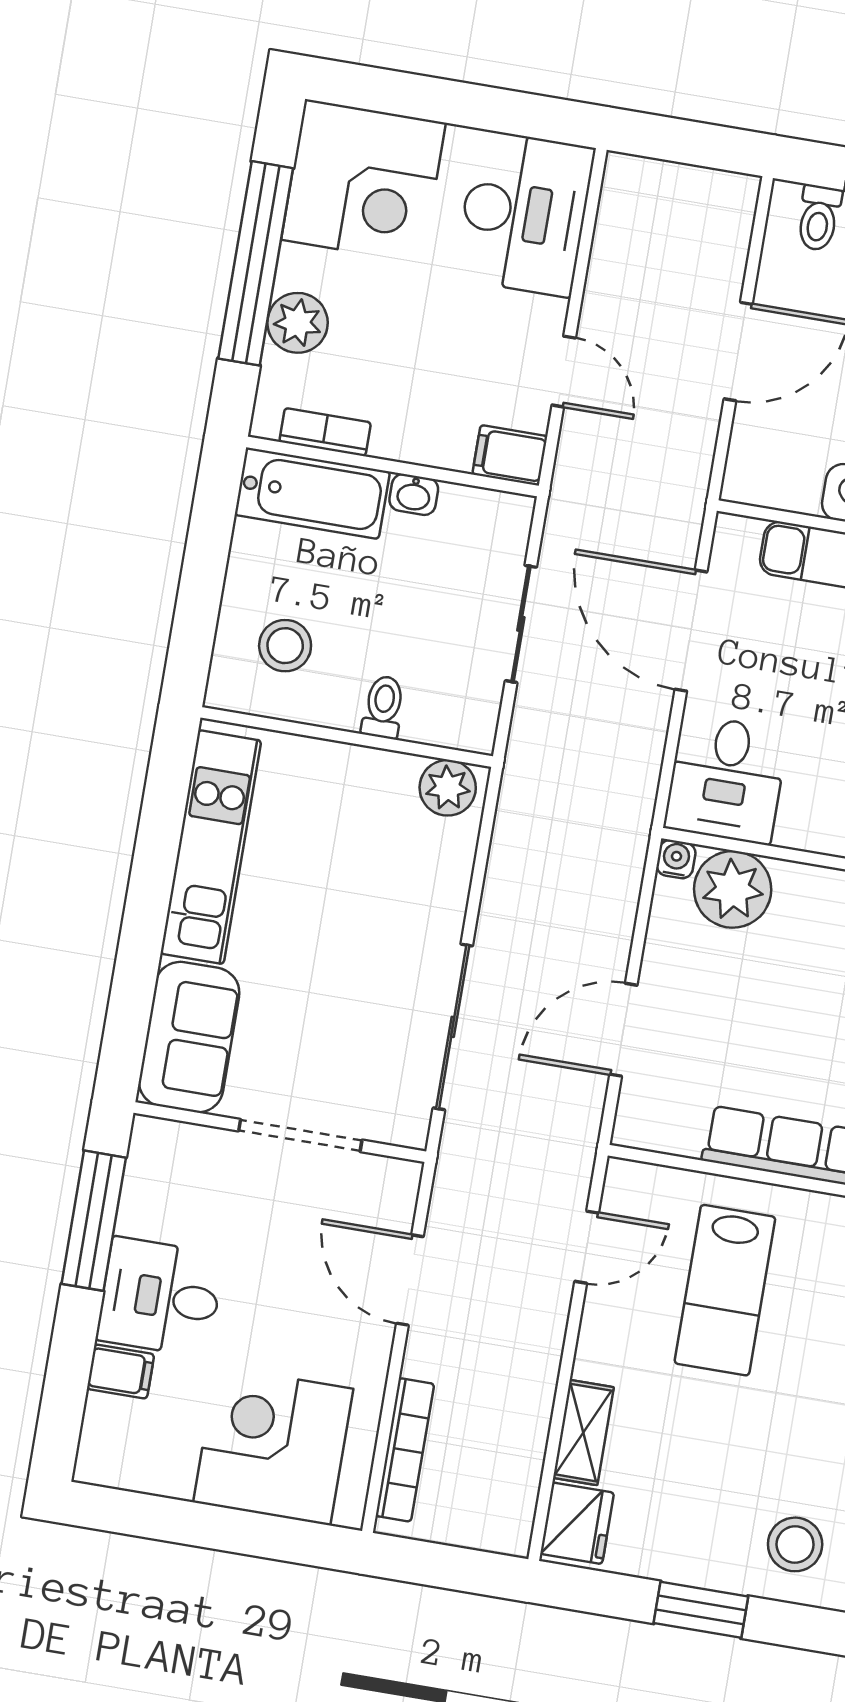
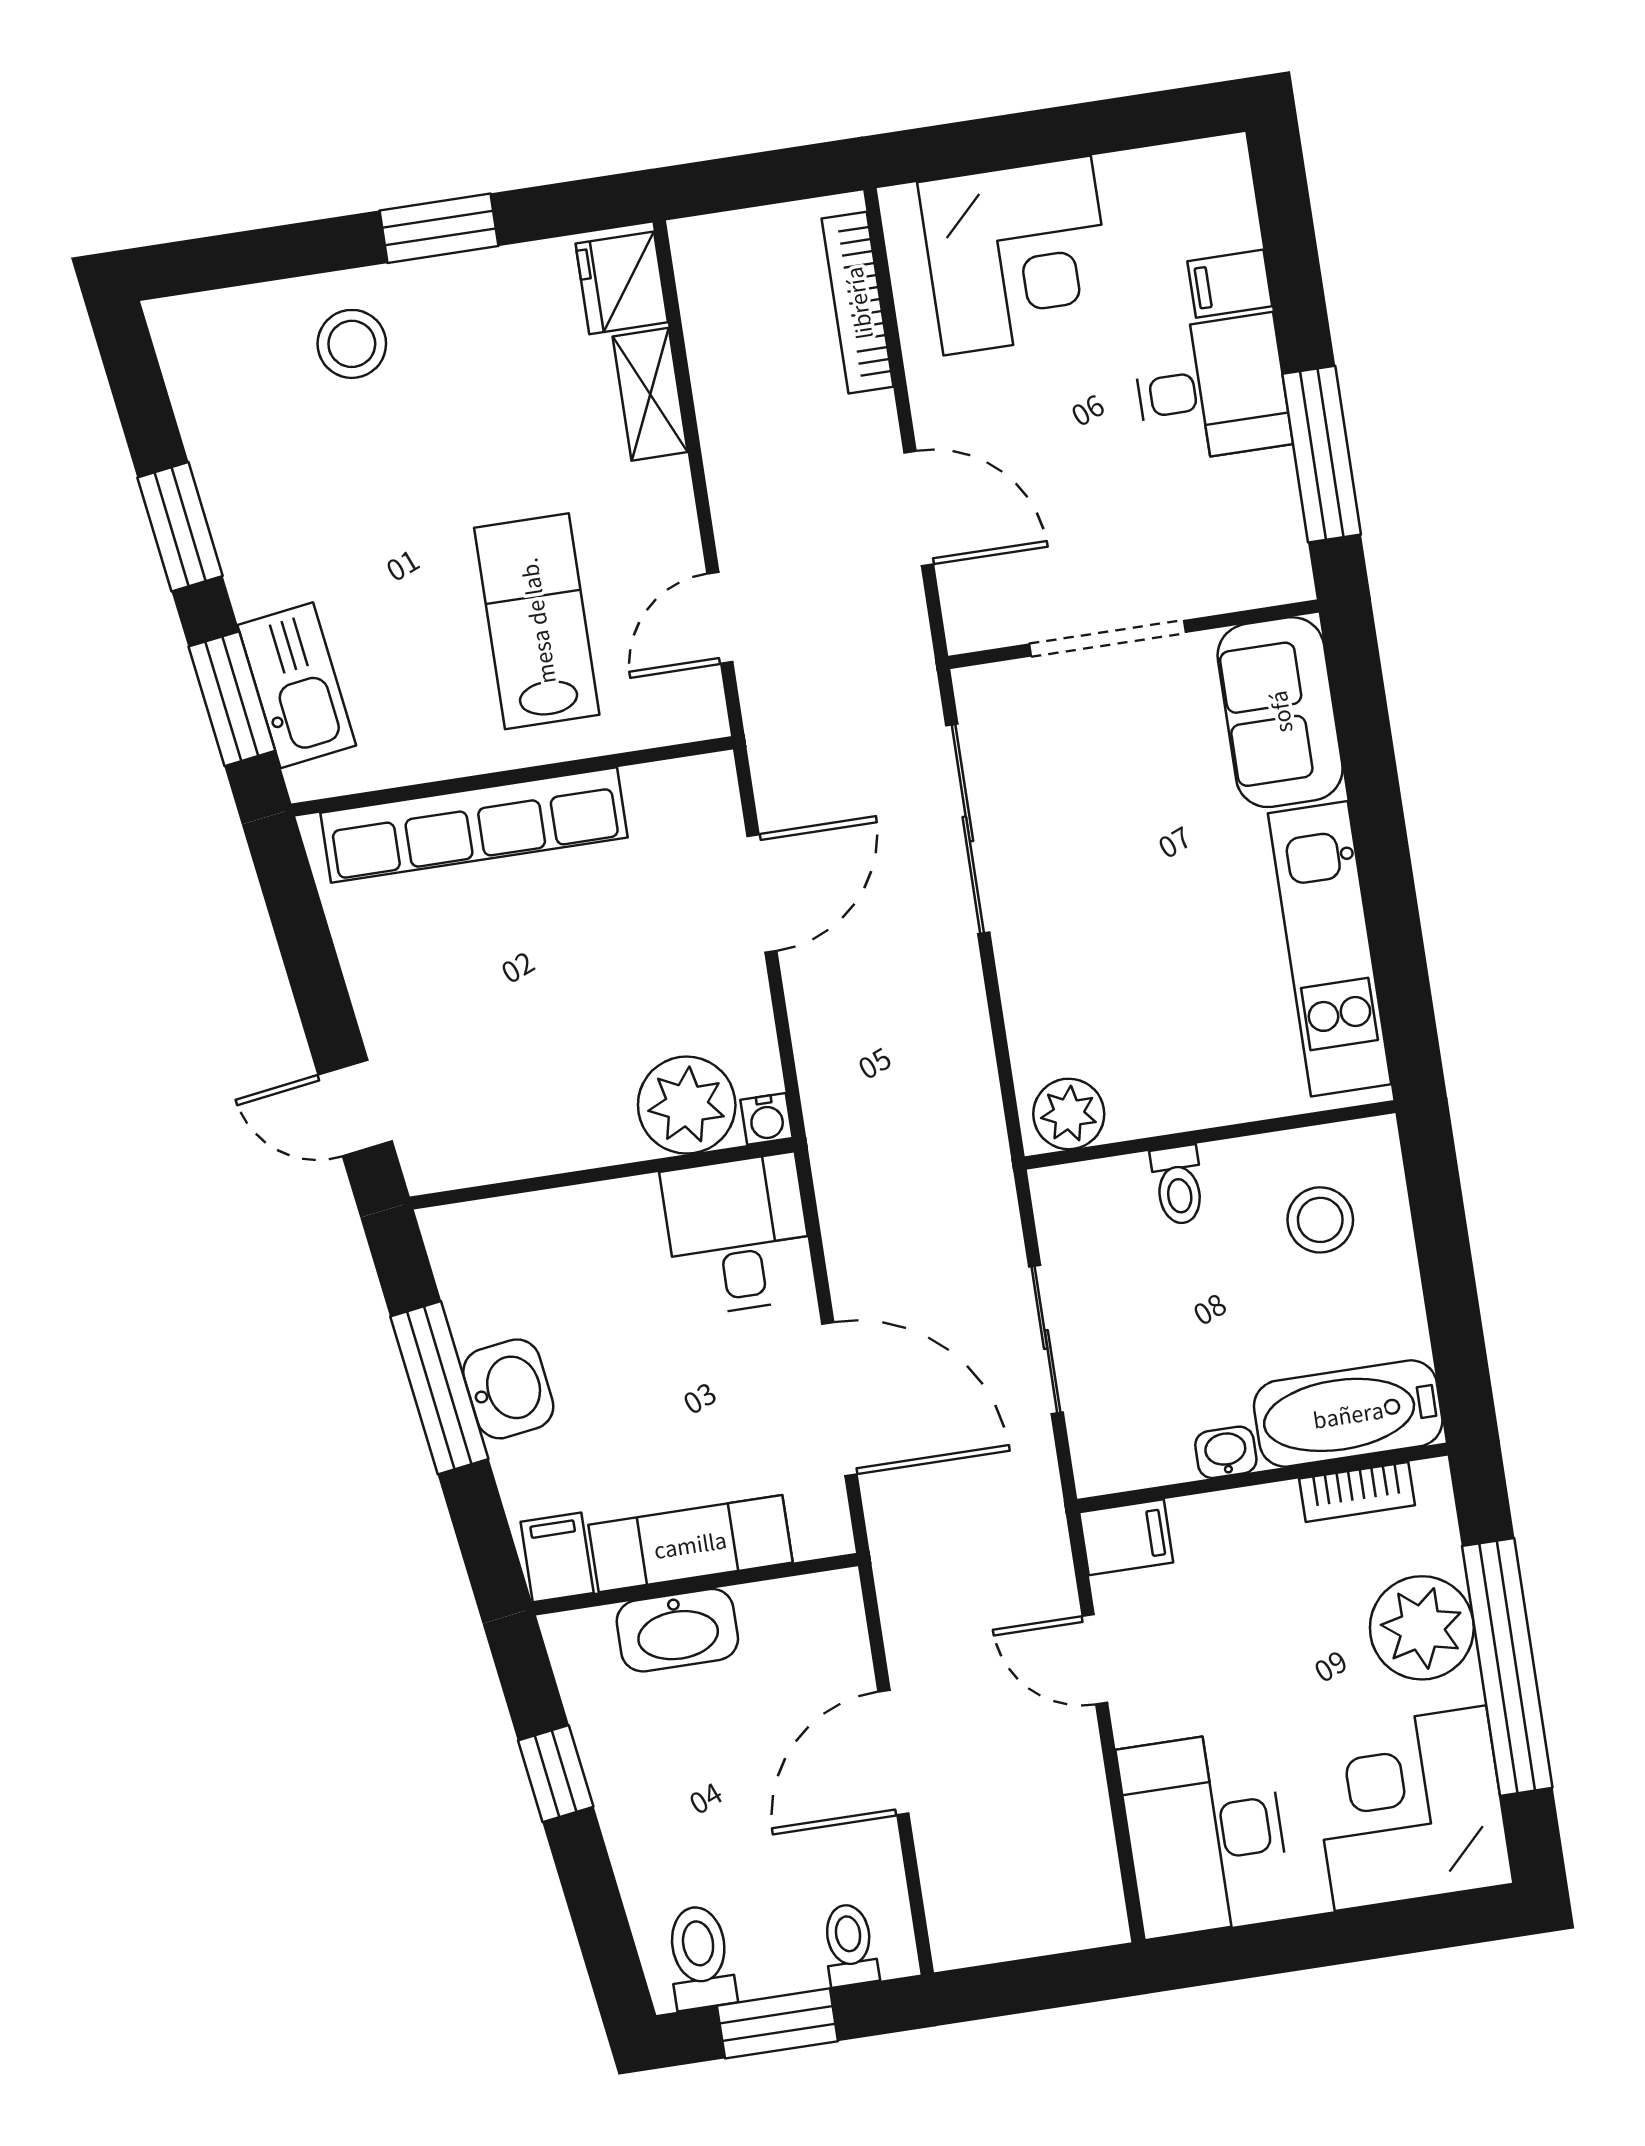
plant: (298, 323) -> (1422, 1628), width x1.36, depth x1.36

